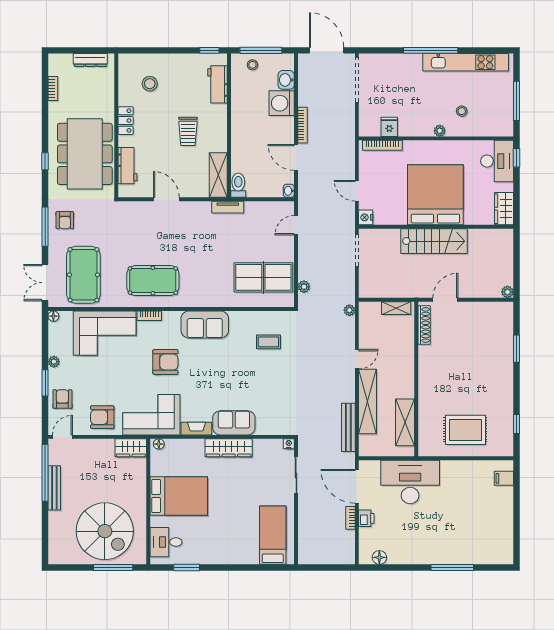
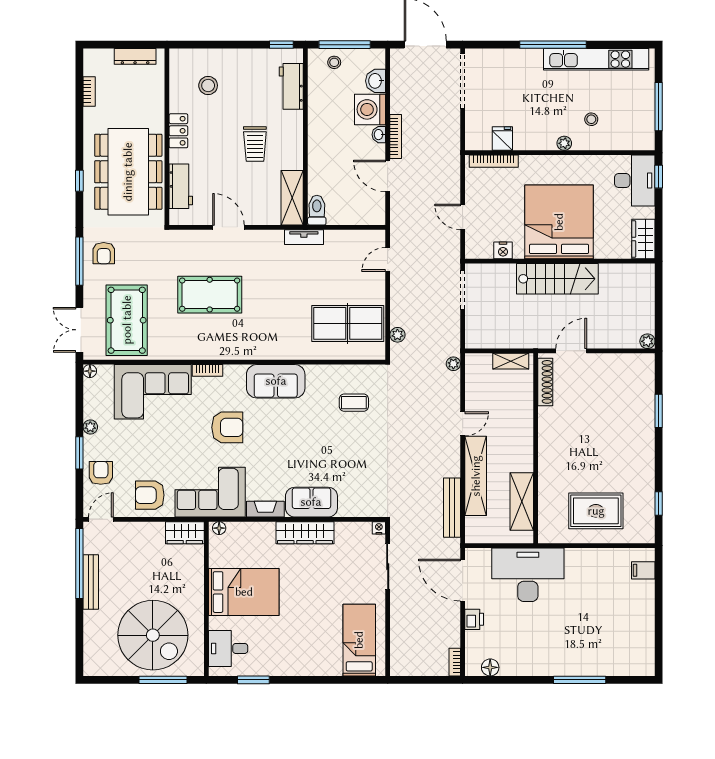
washbasin: (289, 191) -> (379, 135), moved
nightstand: (366, 217) -> (503, 250), moved, turned -90
pool table: (153, 281) -> (210, 295), moved
bookcase: (351, 518) -> (455, 662), moved

